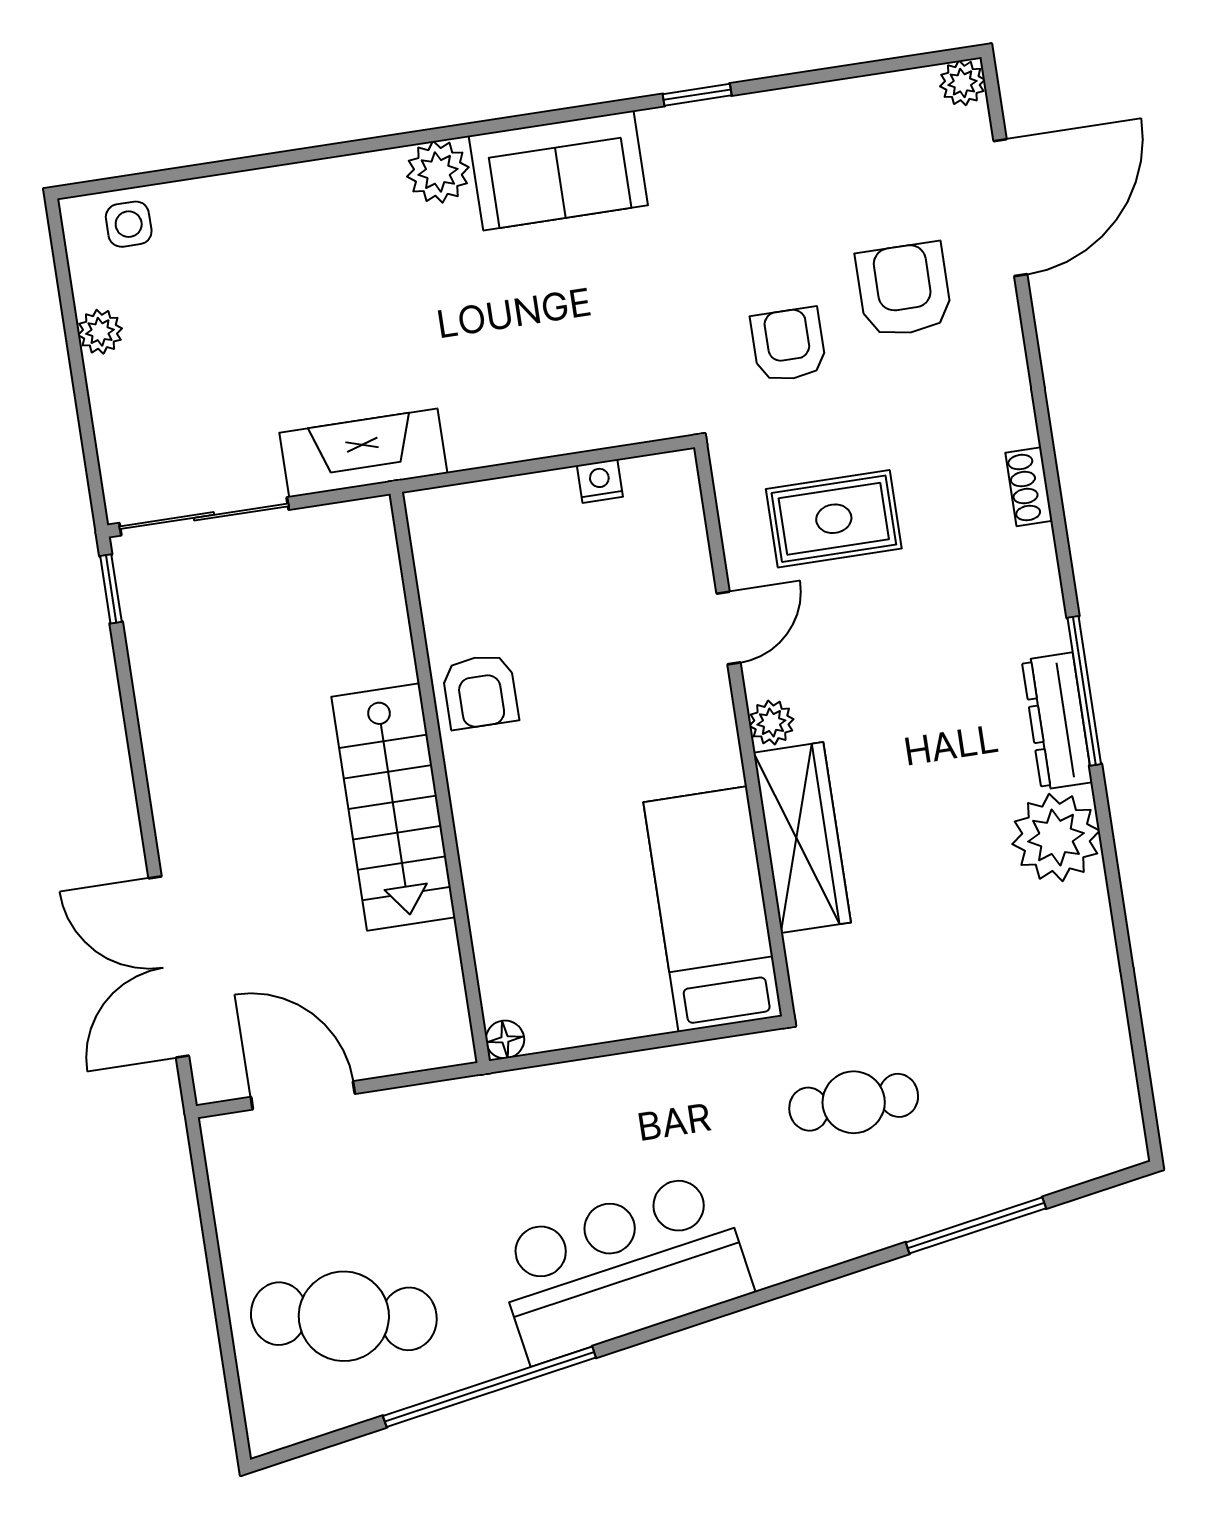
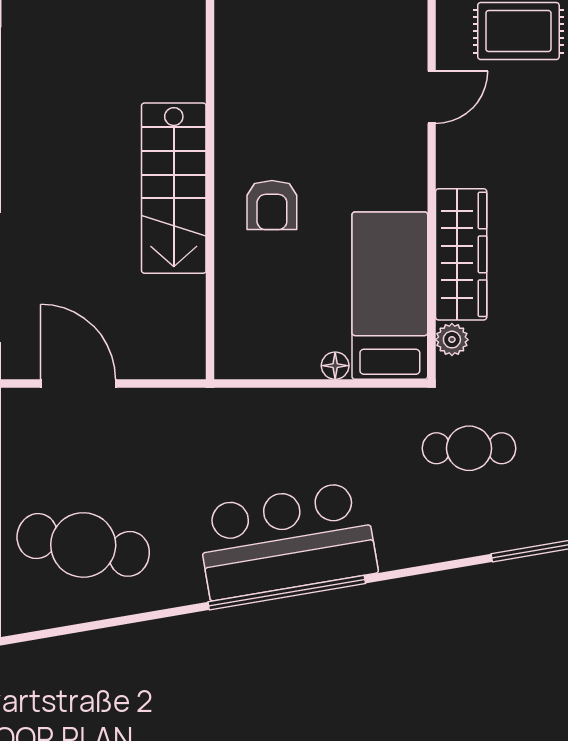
armchair: (480, 691) -> (272, 205), moved
plant: (771, 723) -> (452, 340), moved
floor lamp: (505, 1039) -> (335, 366), moved
window: (489, 1387) -> (287, 593), moved

